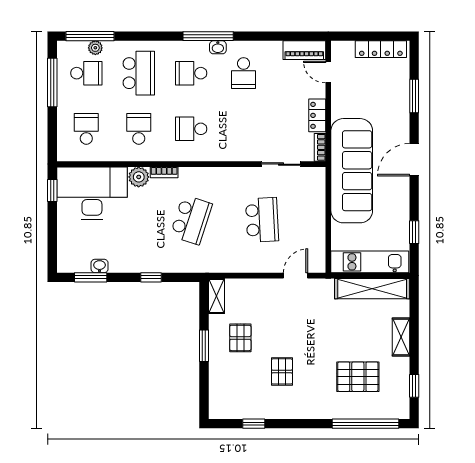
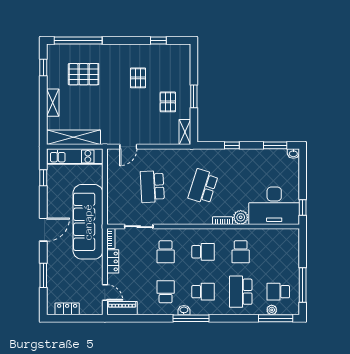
locker: (381, 49) -> (67, 309), width x0.66
school desk: (86, 129) -> (166, 252), moved
washbasin: (100, 266) -> (293, 153), moved

